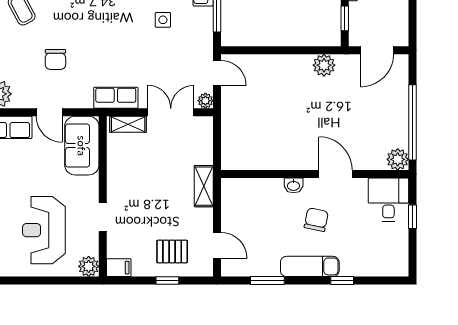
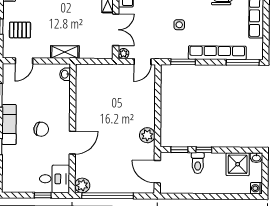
washbasin: (294, 185) -> (65, 74), moved
pallet: (172, 252) -> (20, 30), turned 90

